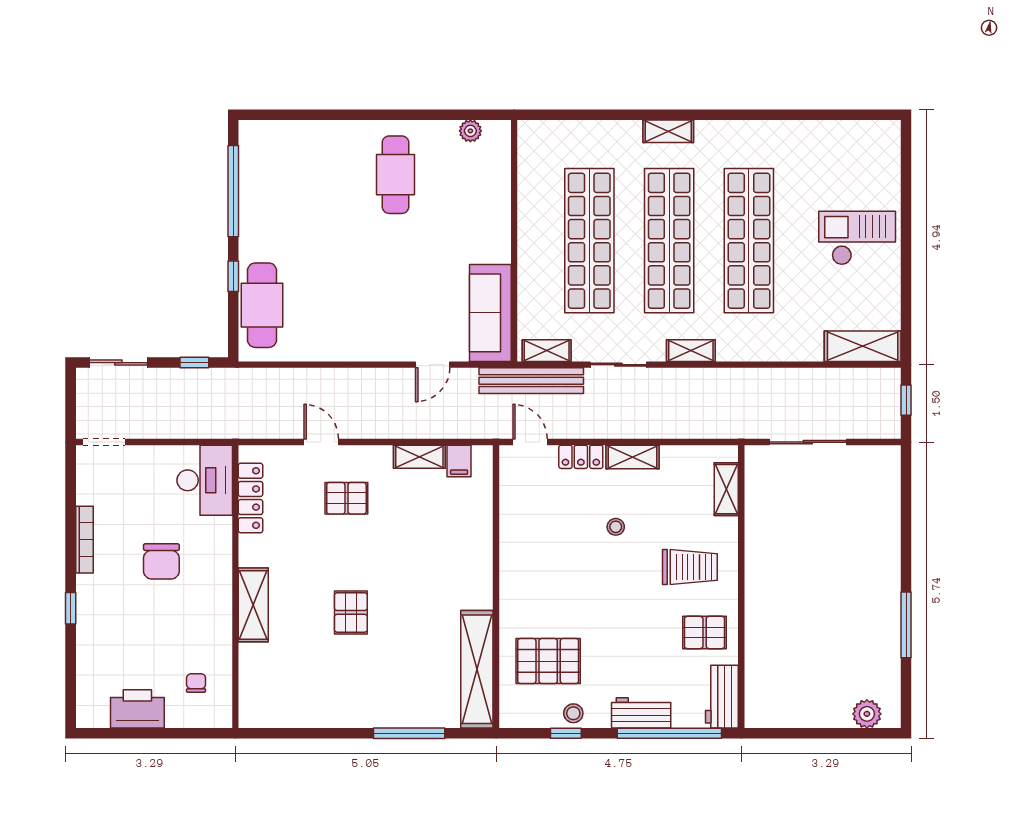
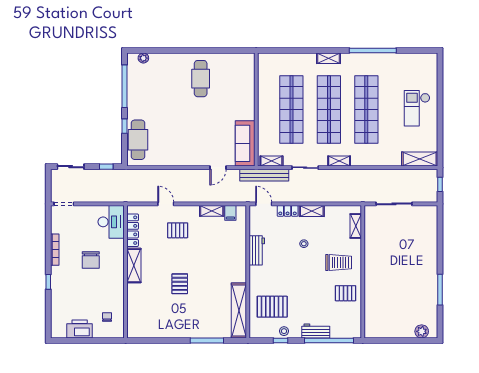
window: (763, 115) -> (373, 50), added
plant: (470, 131) -> (143, 58), moved
checkout: (857, 238) -> (417, 108), turned -90
shelving: (253, 605) -> (134, 266), moved
workbench: (722, 697) -> (257, 250), moved, turned 180

